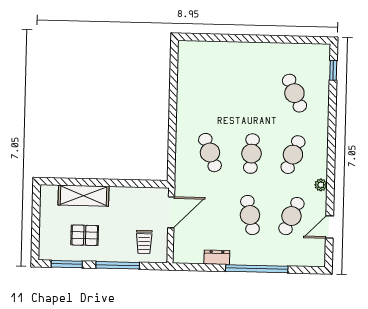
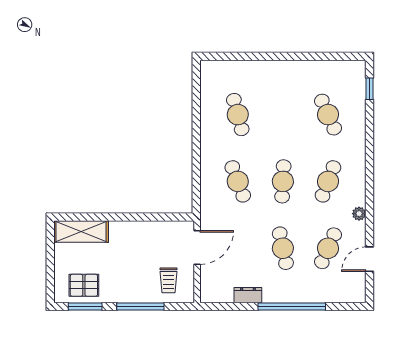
cafe table: (211, 91) -> (238, 115), added
shelving: (83, 196) -> (81, 232), moved
pallet: (85, 235) -> (84, 285), moved

